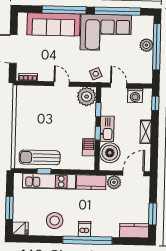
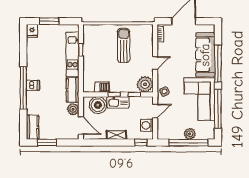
sun lounger: (40, 157) -> (124, 45), moved
stool: (55, 221) -> (39, 60), removed

